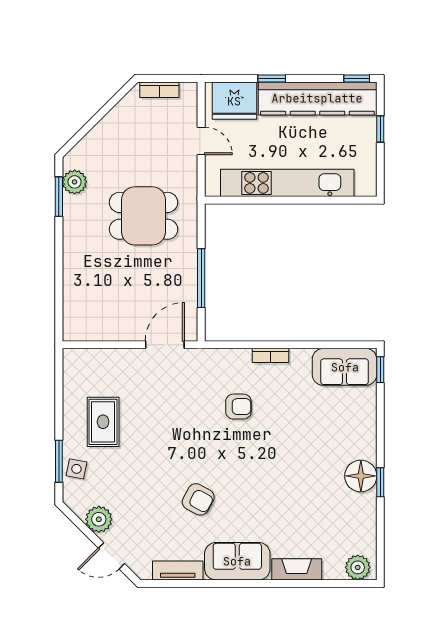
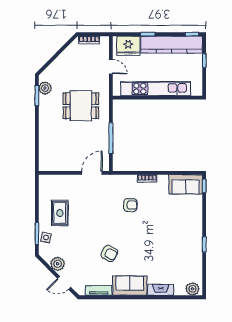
floor lamp: (361, 476) -> (194, 241), removed

